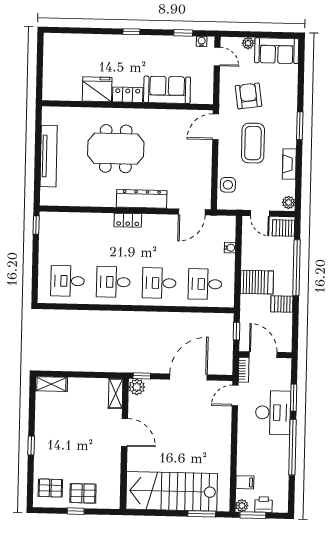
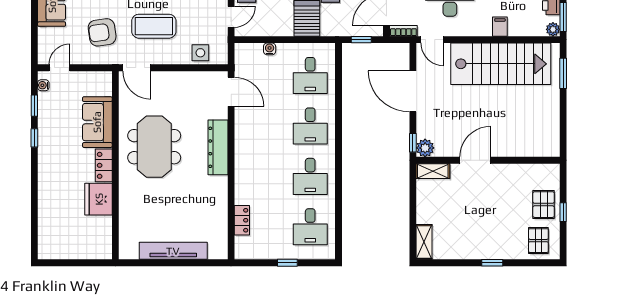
window: (131, 32) -> (34, 138), moved
plant: (248, 43) -> (44, 34), removed
meeting table: (116, 149) -> (154, 147), moved
locker: (128, 220) -> (242, 220), moved
window: (36, 225) -> (287, 263), moved
filing cabinet: (245, 482) -> (500, 27), moved
stairs: (172, 491) -> (501, 64), moved, turned -90

